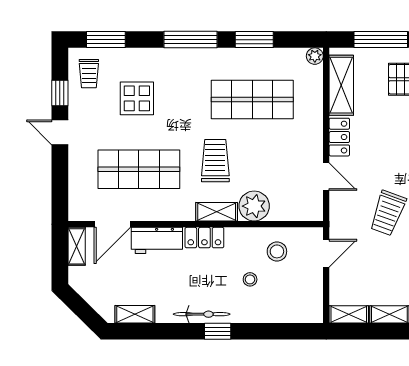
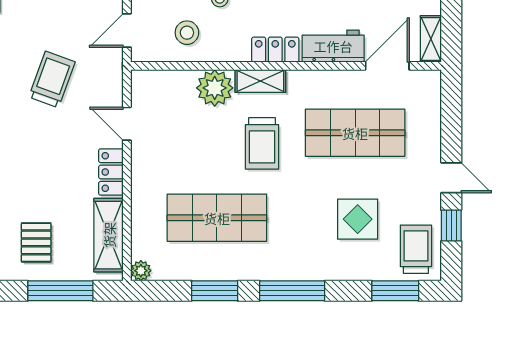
trolley: (89, 74) -> (416, 249), width x1.36, depth x1.39

